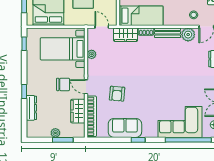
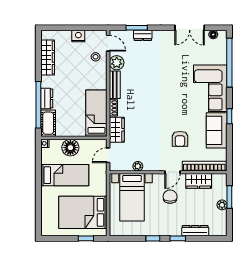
window: (24, 44) -> (153, 238), moved
armchair: (117, 94) -> (180, 139), turned 85
corner sofa: (180, 122) -> (210, 88), moved

